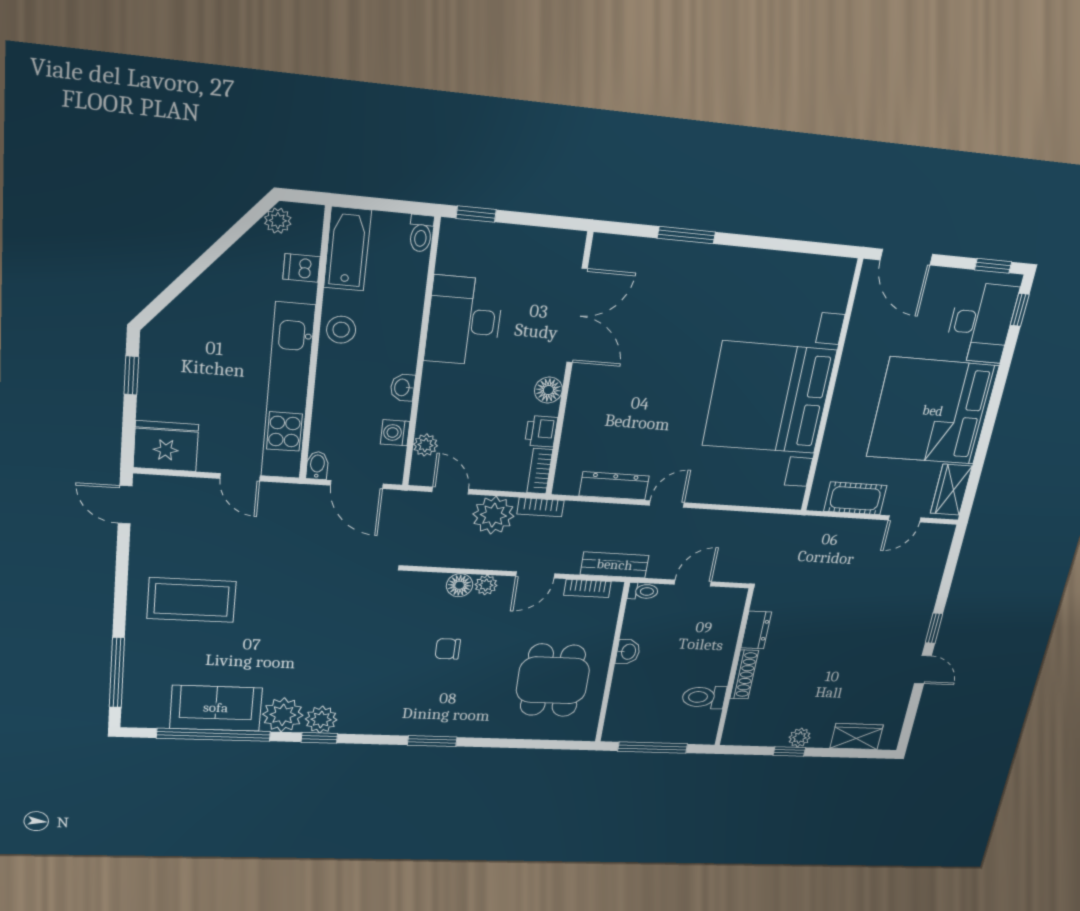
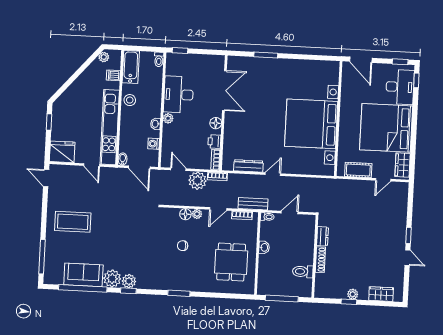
plant: (425, 445) -> (168, 118), moved

